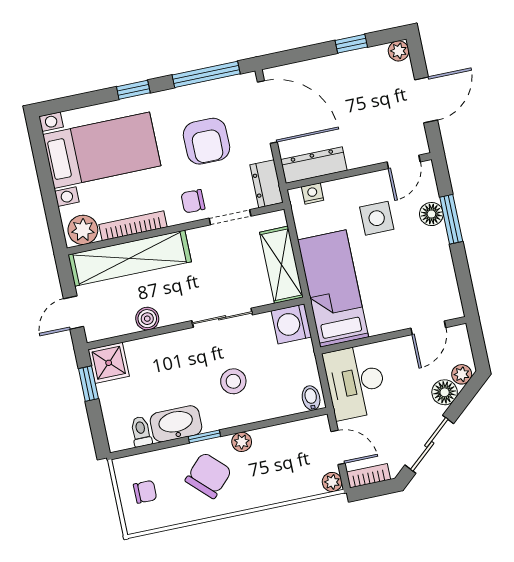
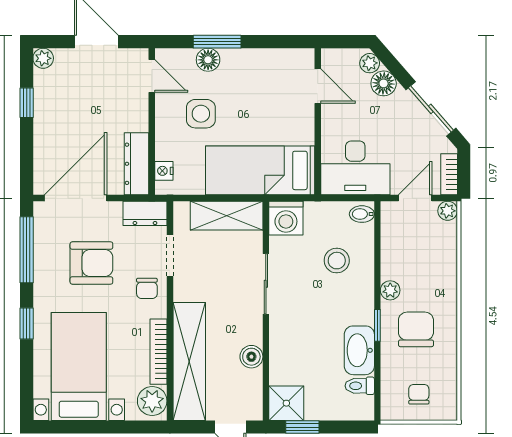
stool: (233, 381) -> (337, 261), moved
chair: (208, 475) -> (416, 329), turned 46

